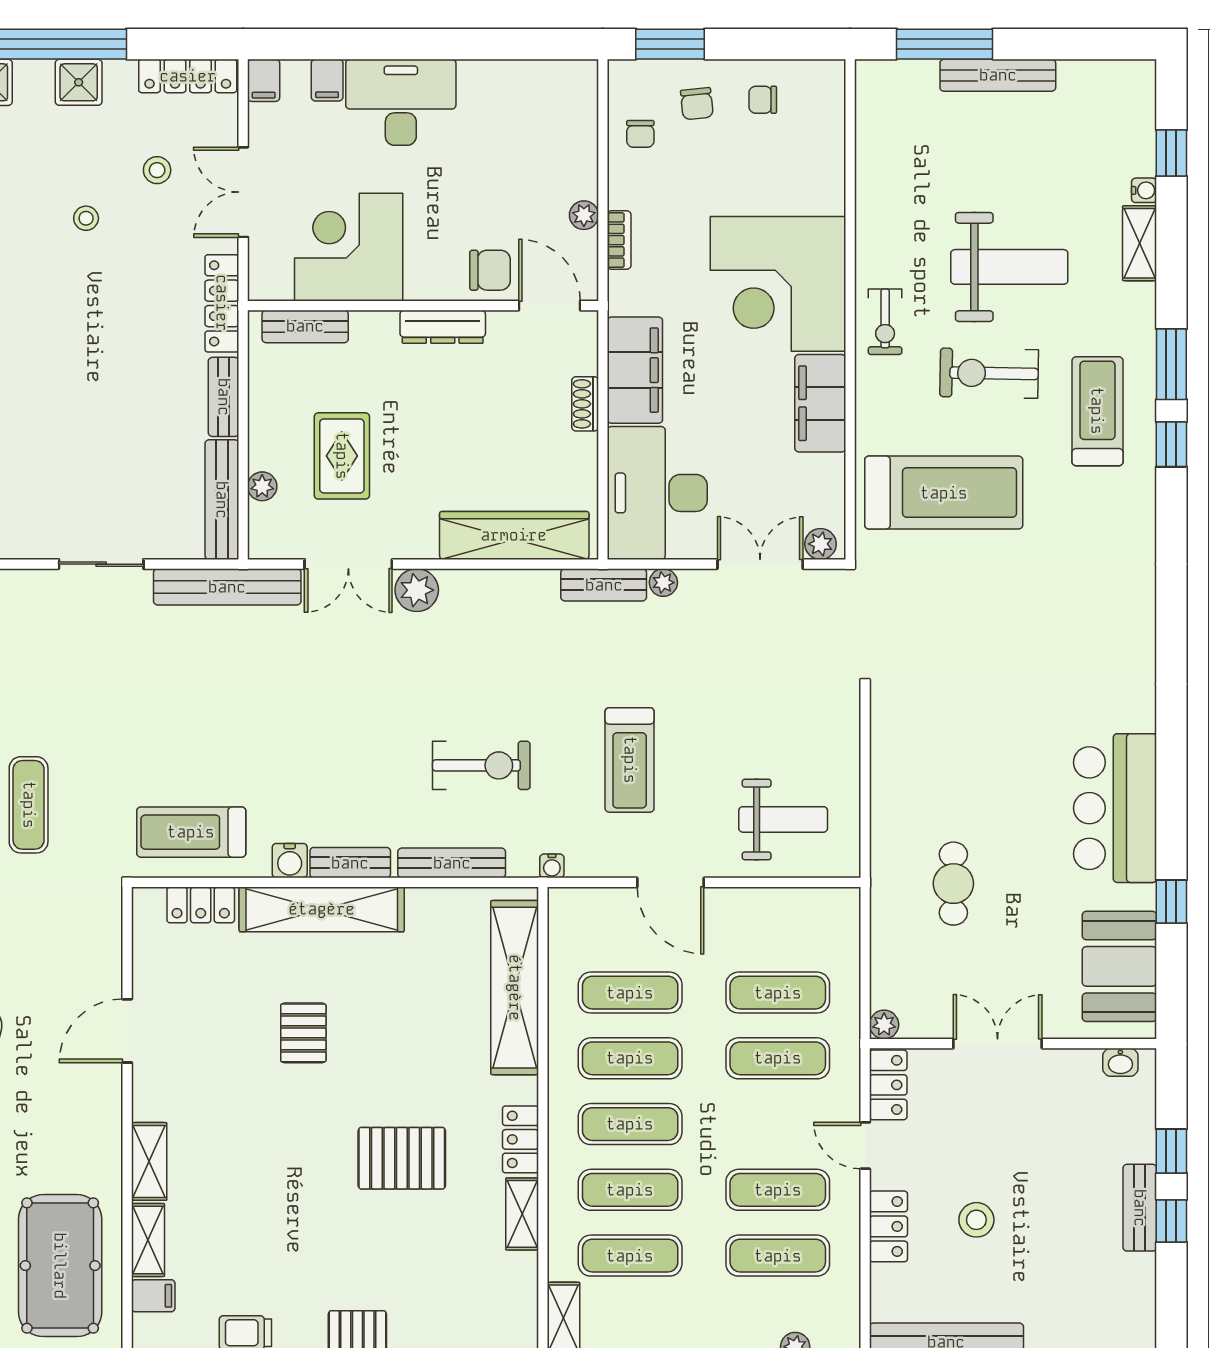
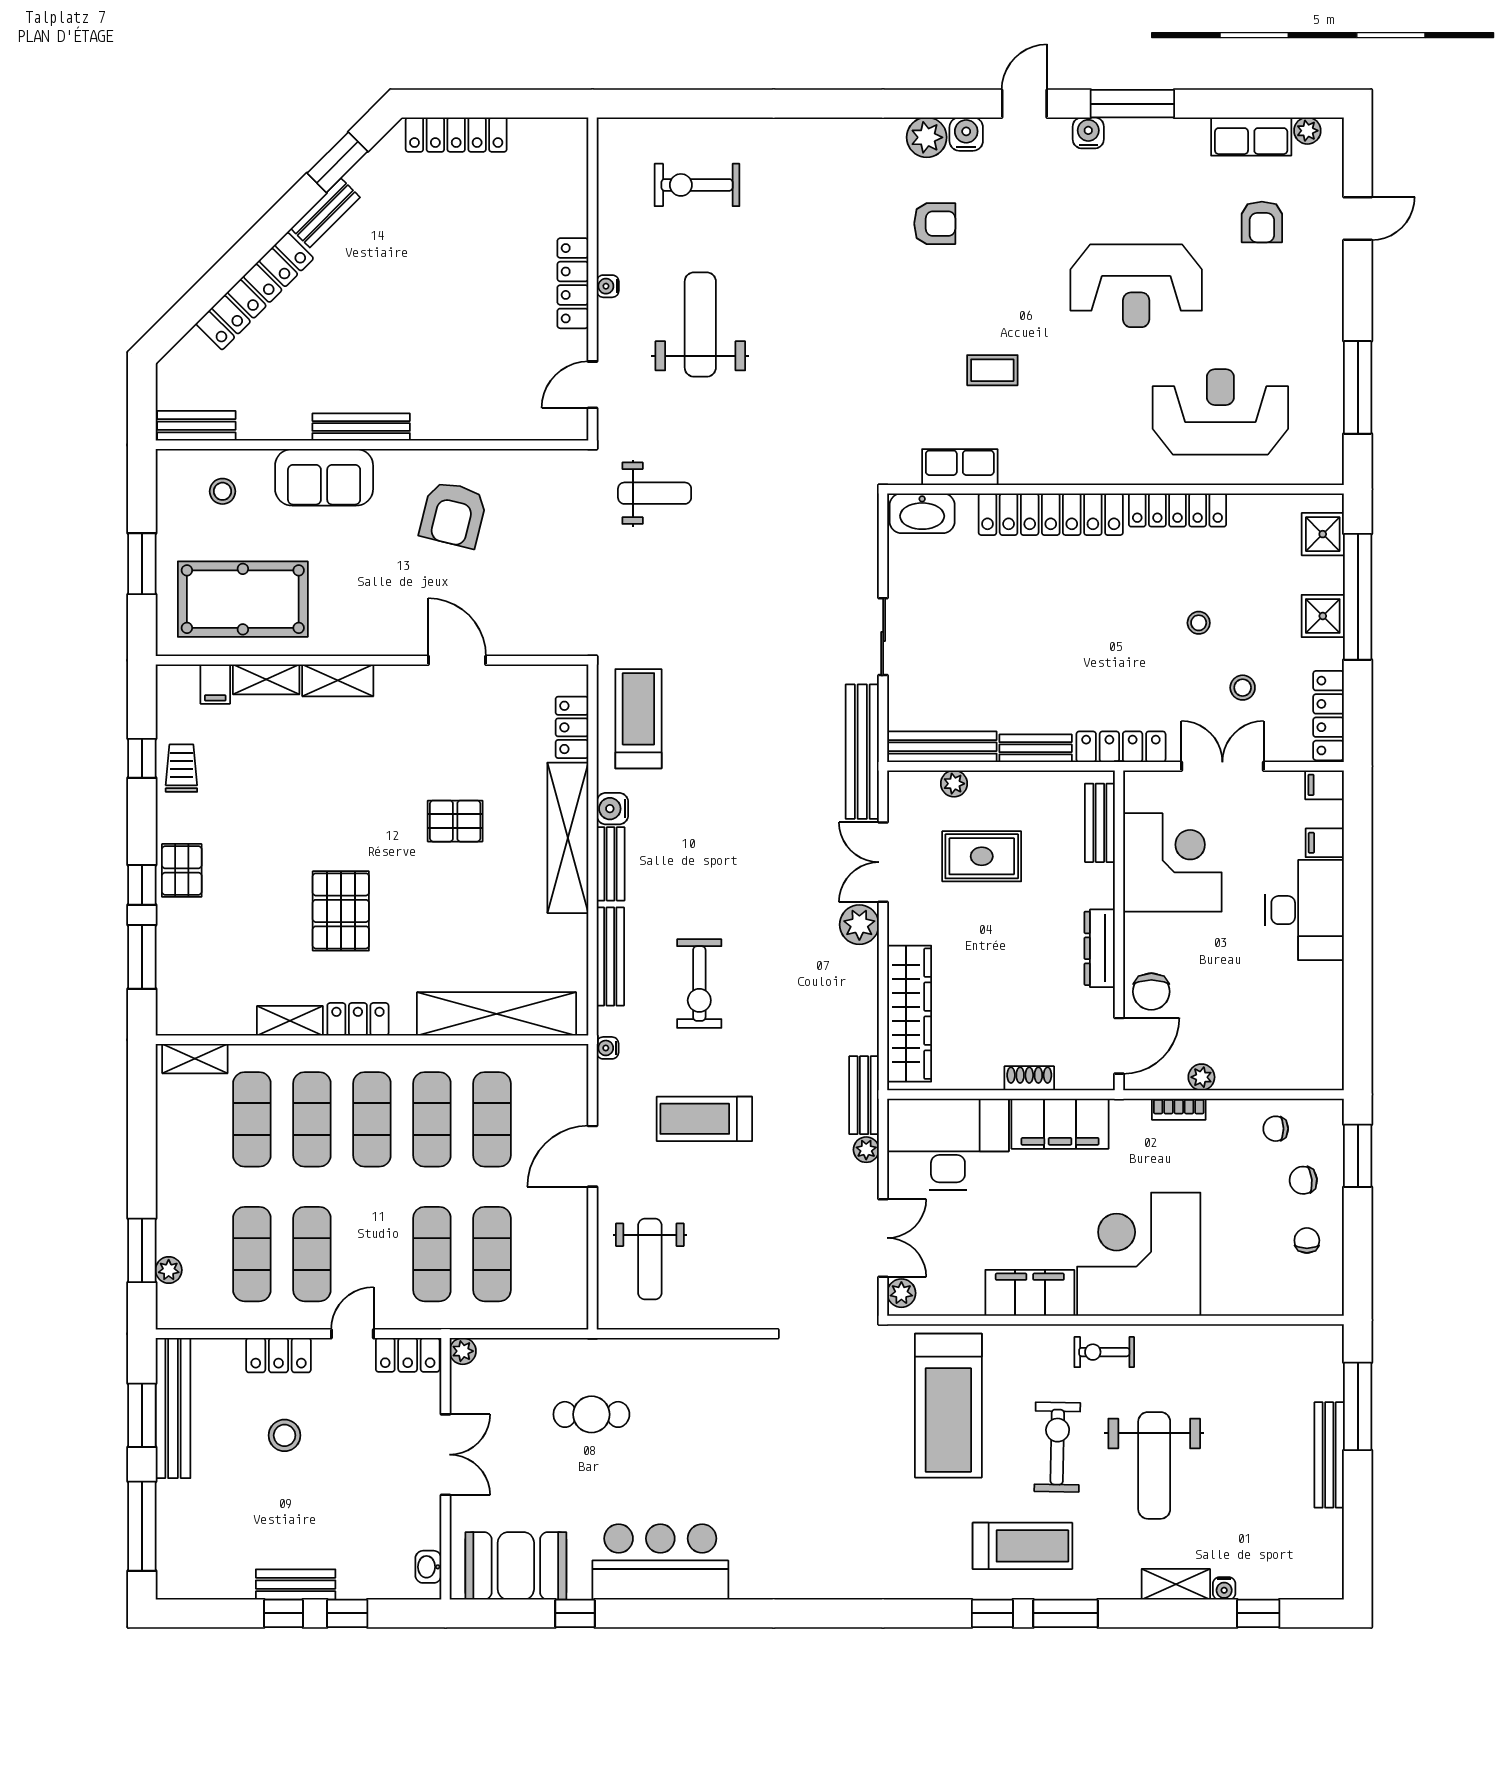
exercise mat: (29, 805) -> (663, 570), removed

